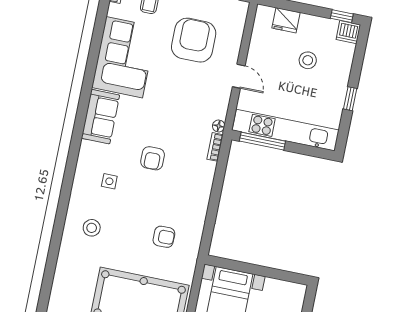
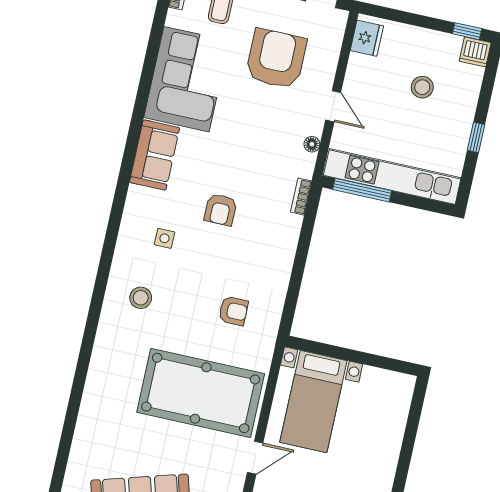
fridge: (286, 20) -> (367, 38), moved, turned -90
floor lamp: (219, 126) -> (312, 144), moved

